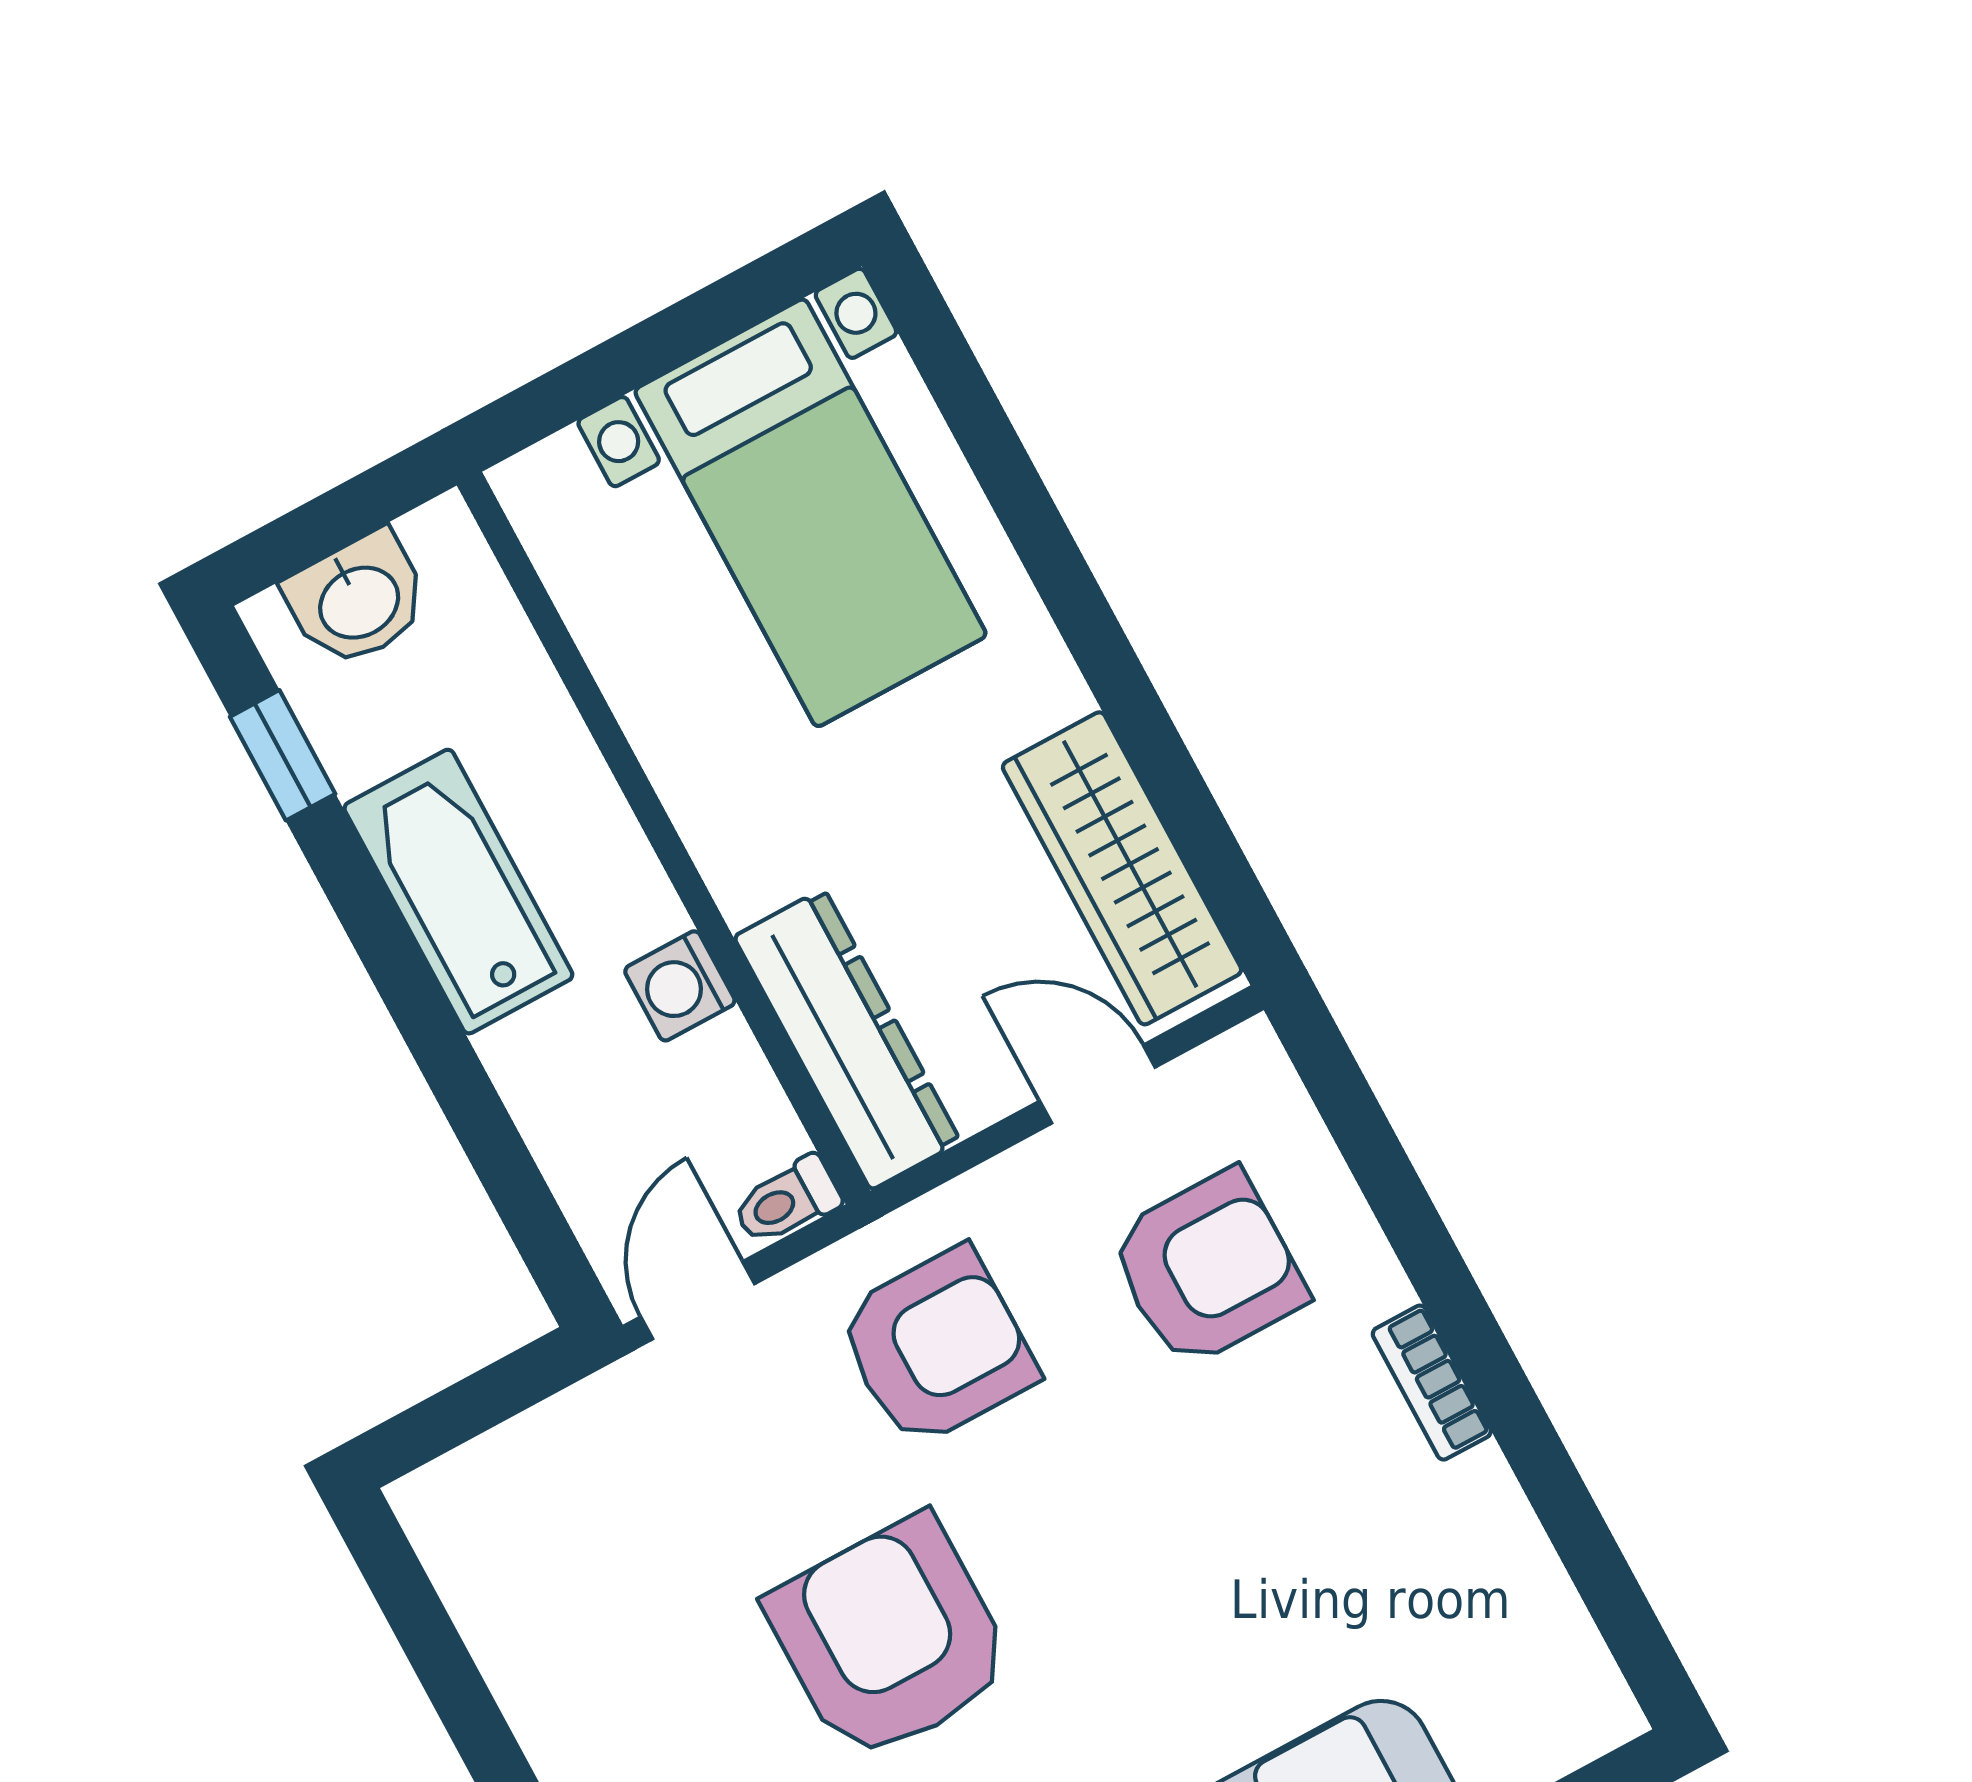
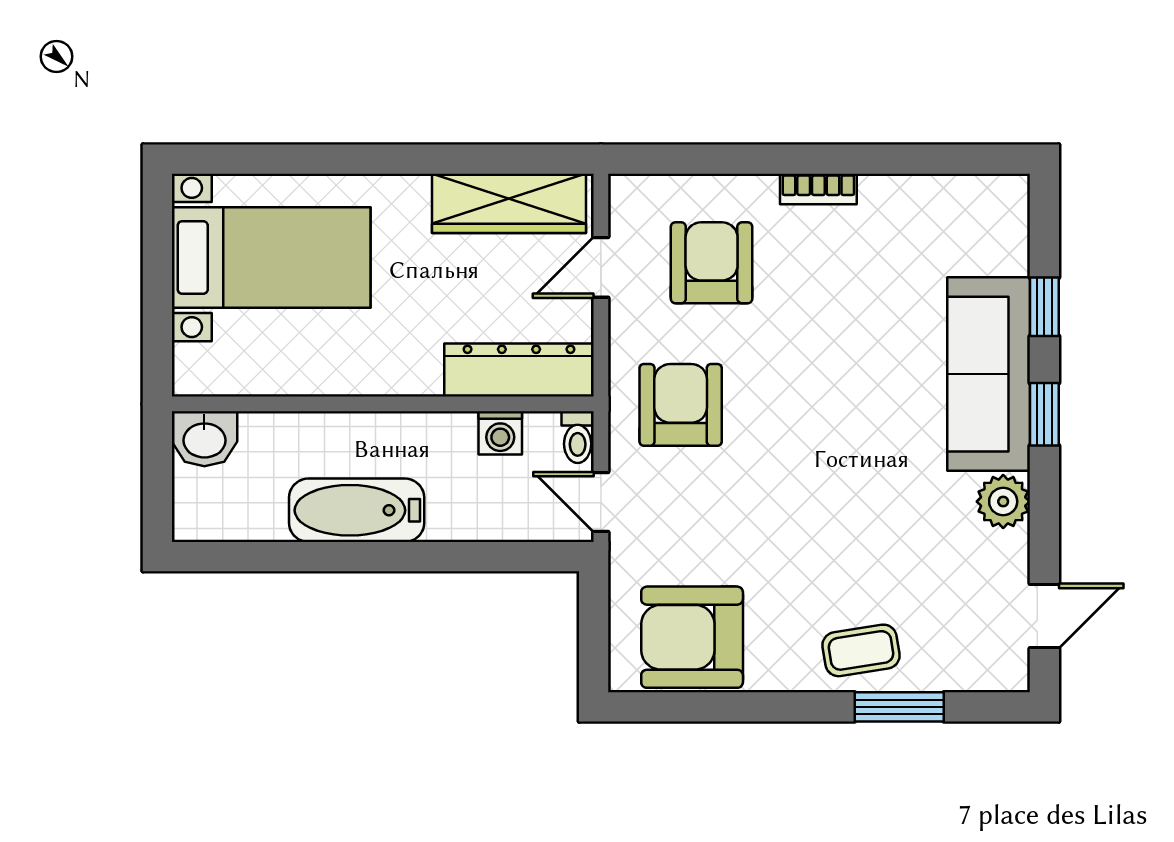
washbasin: (358, 600) -> (204, 439), moved, turned 90
window: (283, 755) -> (252, 557), removed
washing machine: (680, 986) -> (500, 433), moved
armchair: (890, 1639) -> (692, 637), moved

